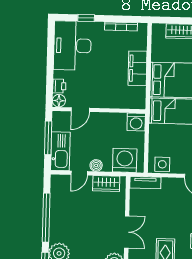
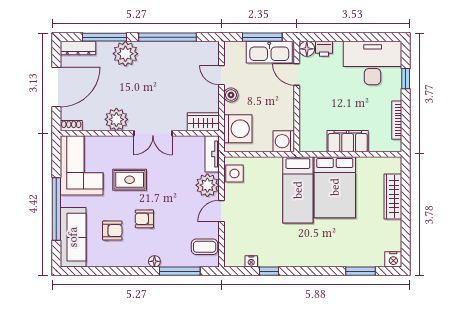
kitchen sink: (60, 151) -> (269, 52), moved
wardrobe: (106, 183) -> (203, 122), moved, turned 90
plant: (172, 187) -> (207, 185), added

